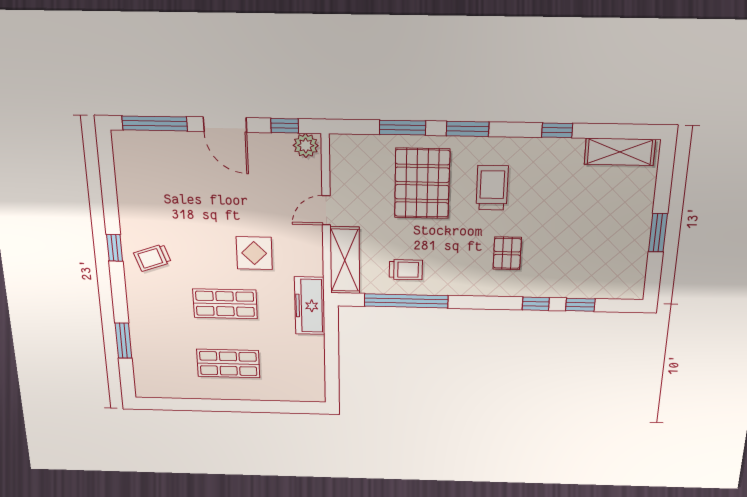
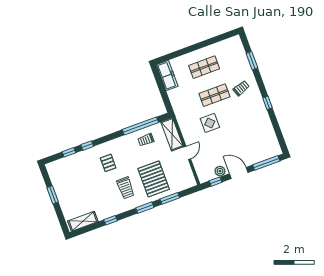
plant: (306, 145) -> (220, 171), moved
trolley: (152, 258) -> (241, 88), moved
freezer: (310, 306) -> (167, 75), moved

